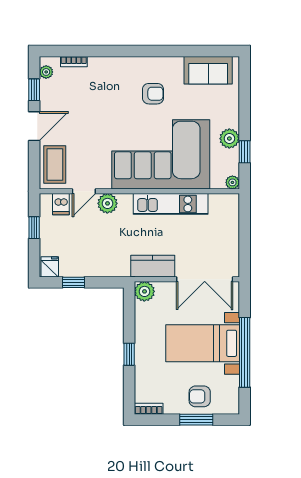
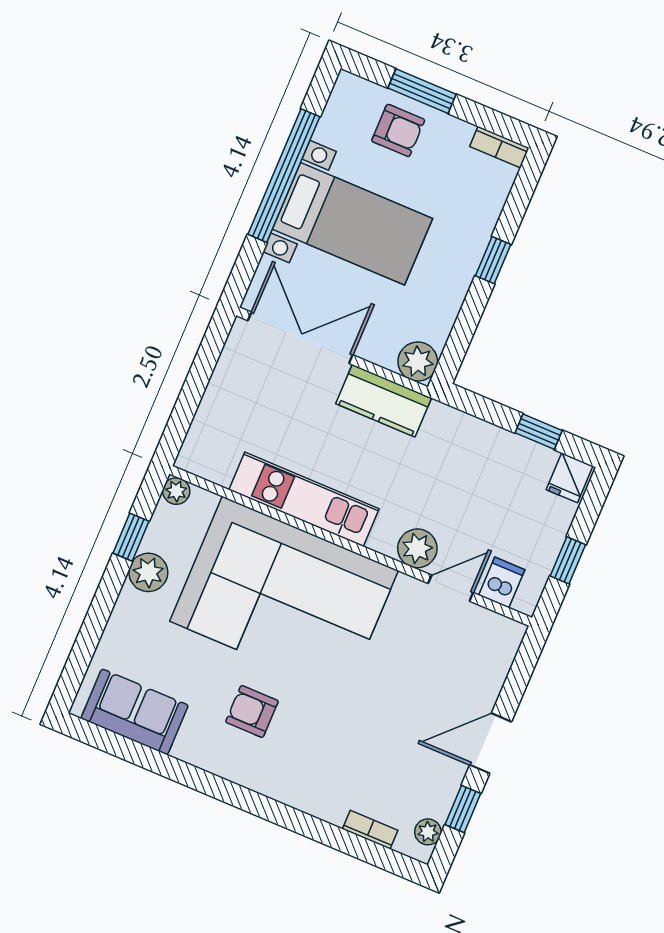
coffee table: (55, 164) -> (483, 659), removed

